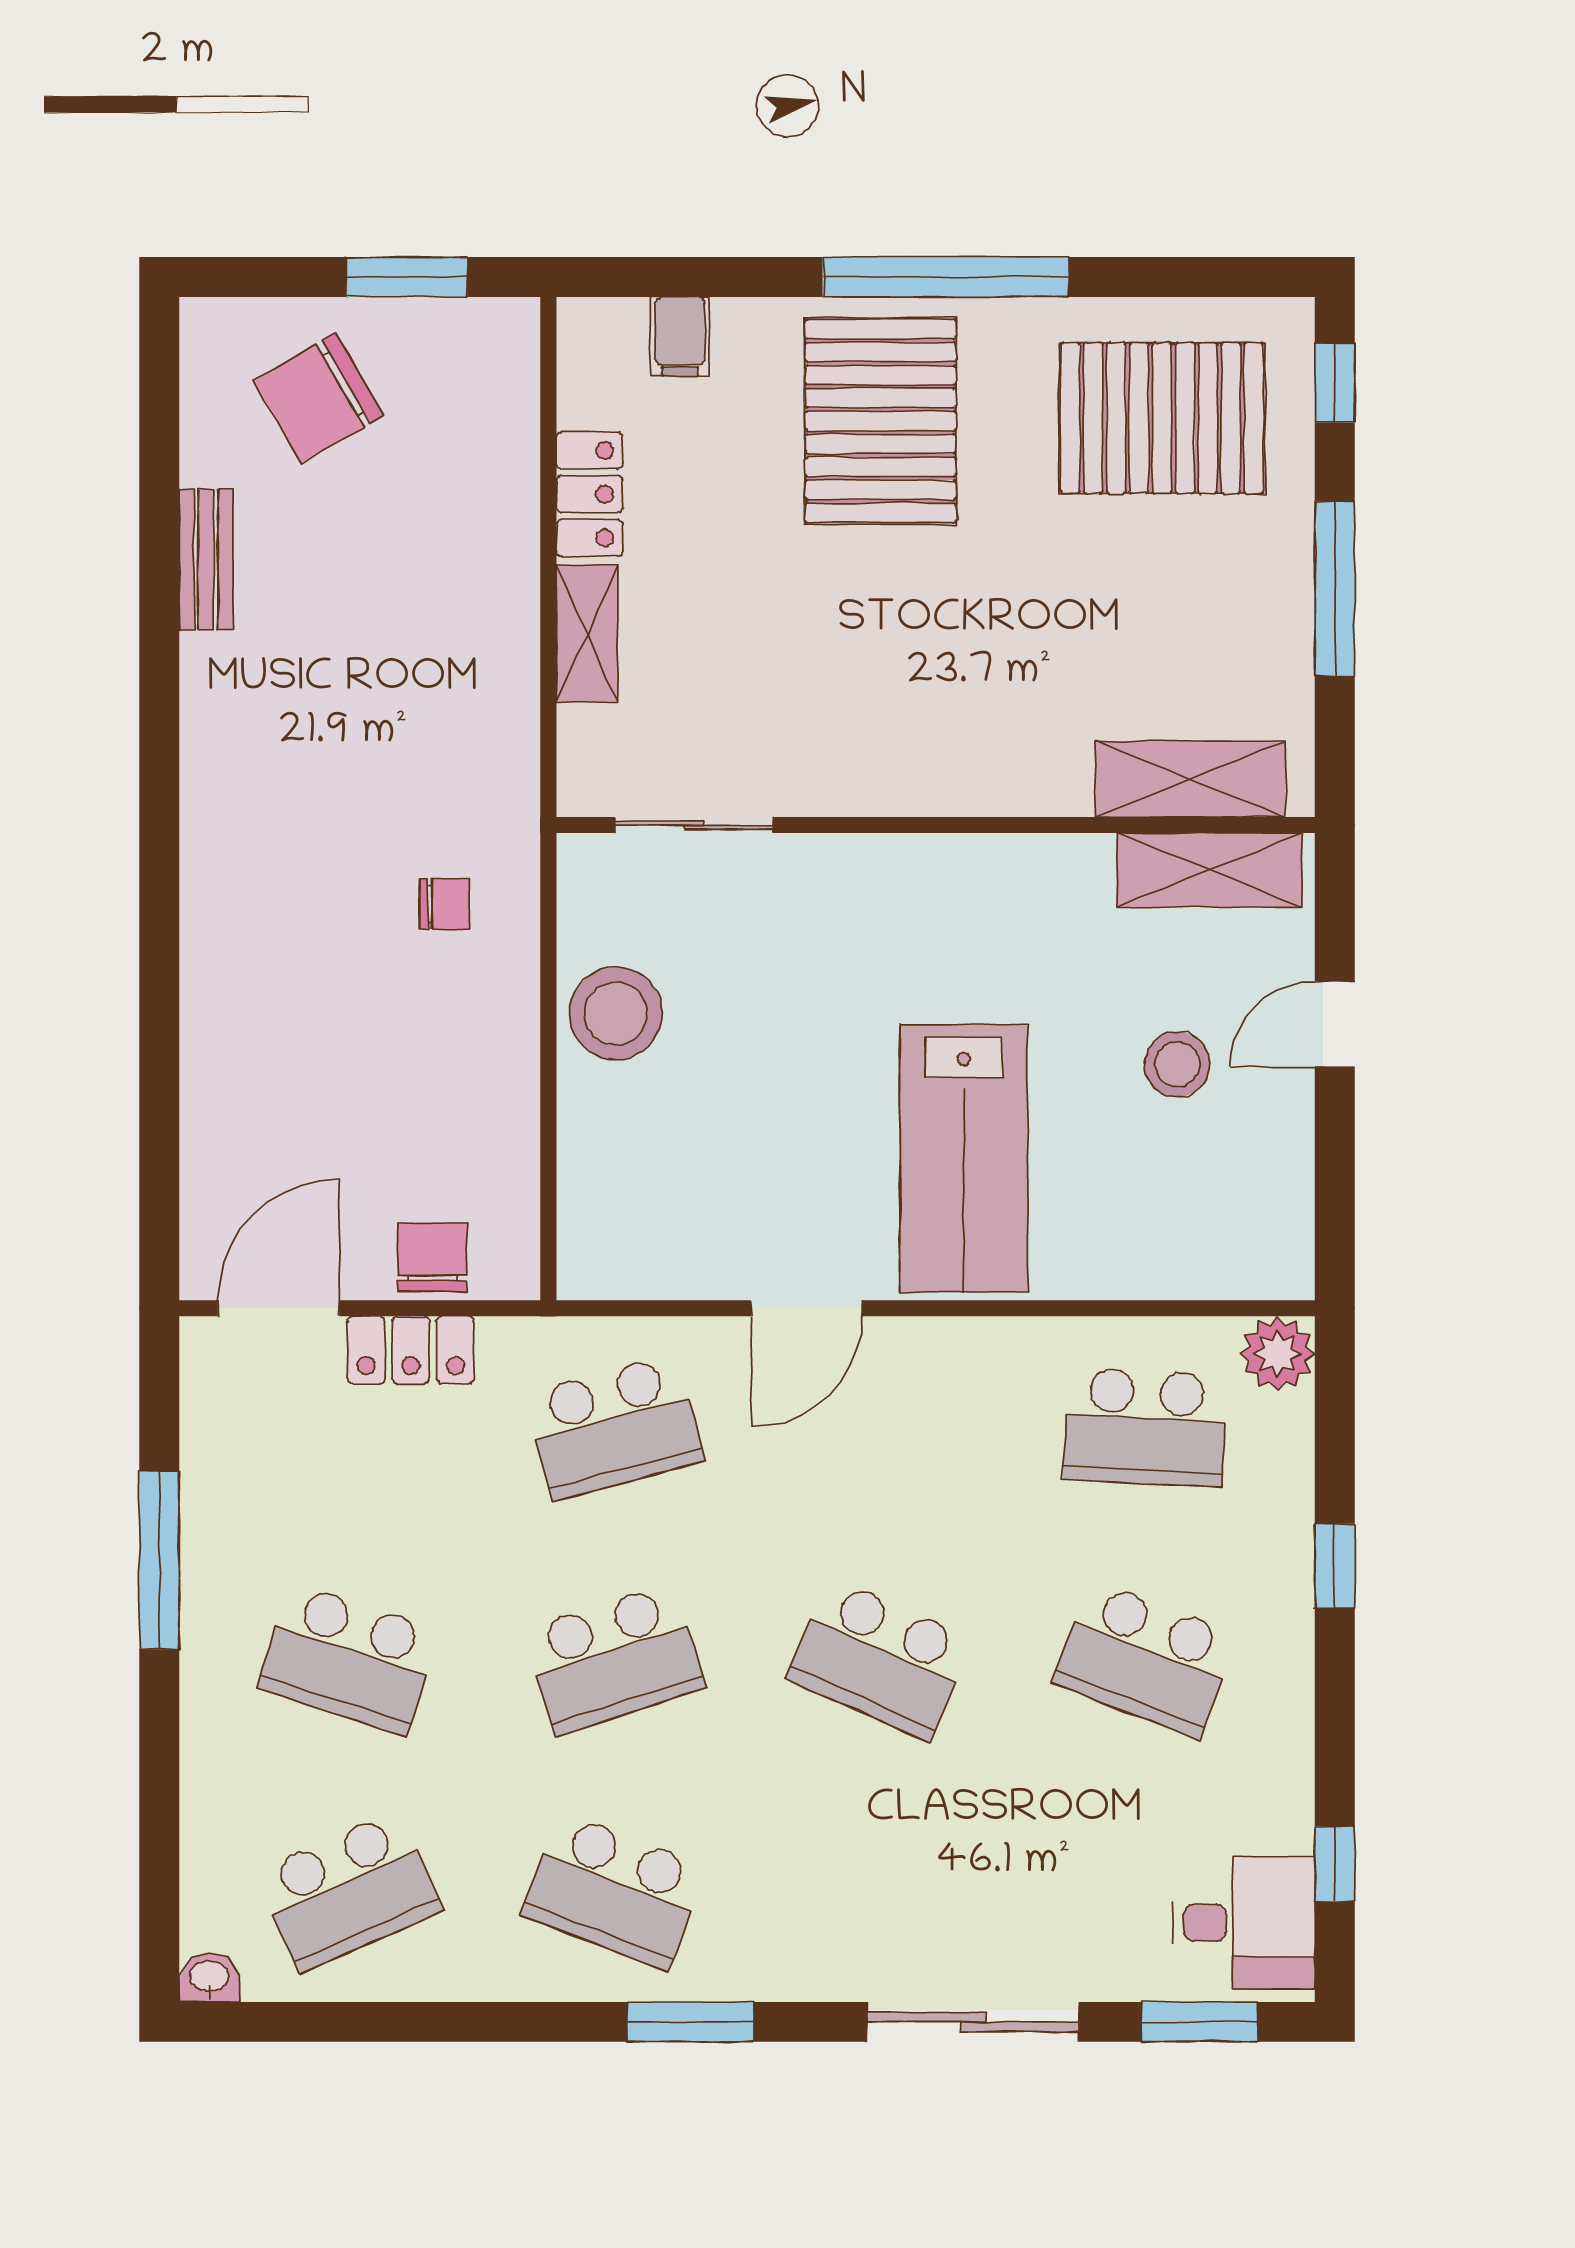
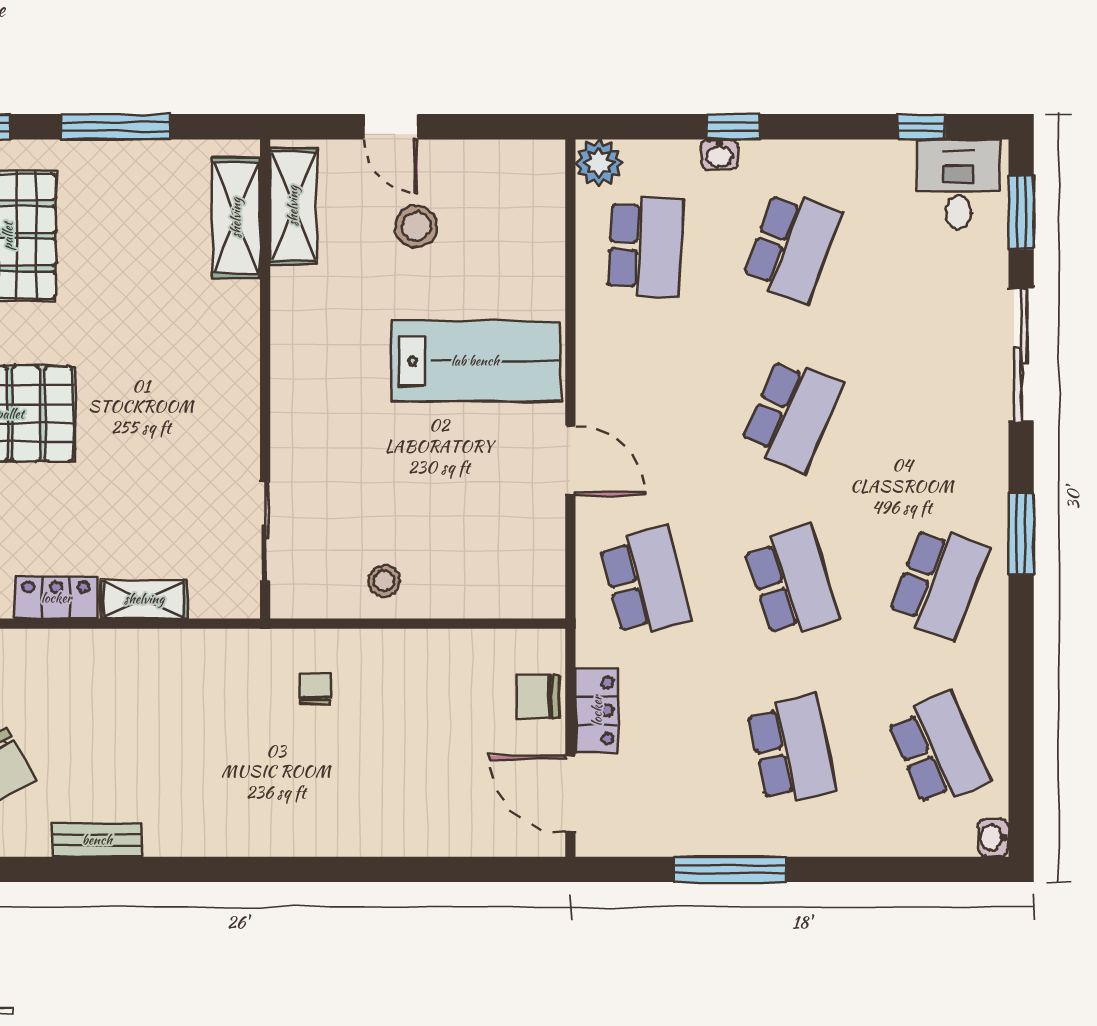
stool: (616, 1013) -> (384, 581), width x0.53, depth x0.53
washbasin: (1291, 1544) -> (719, 154), added
school desk: (349, 1659) -> (792, 750), turned -30

